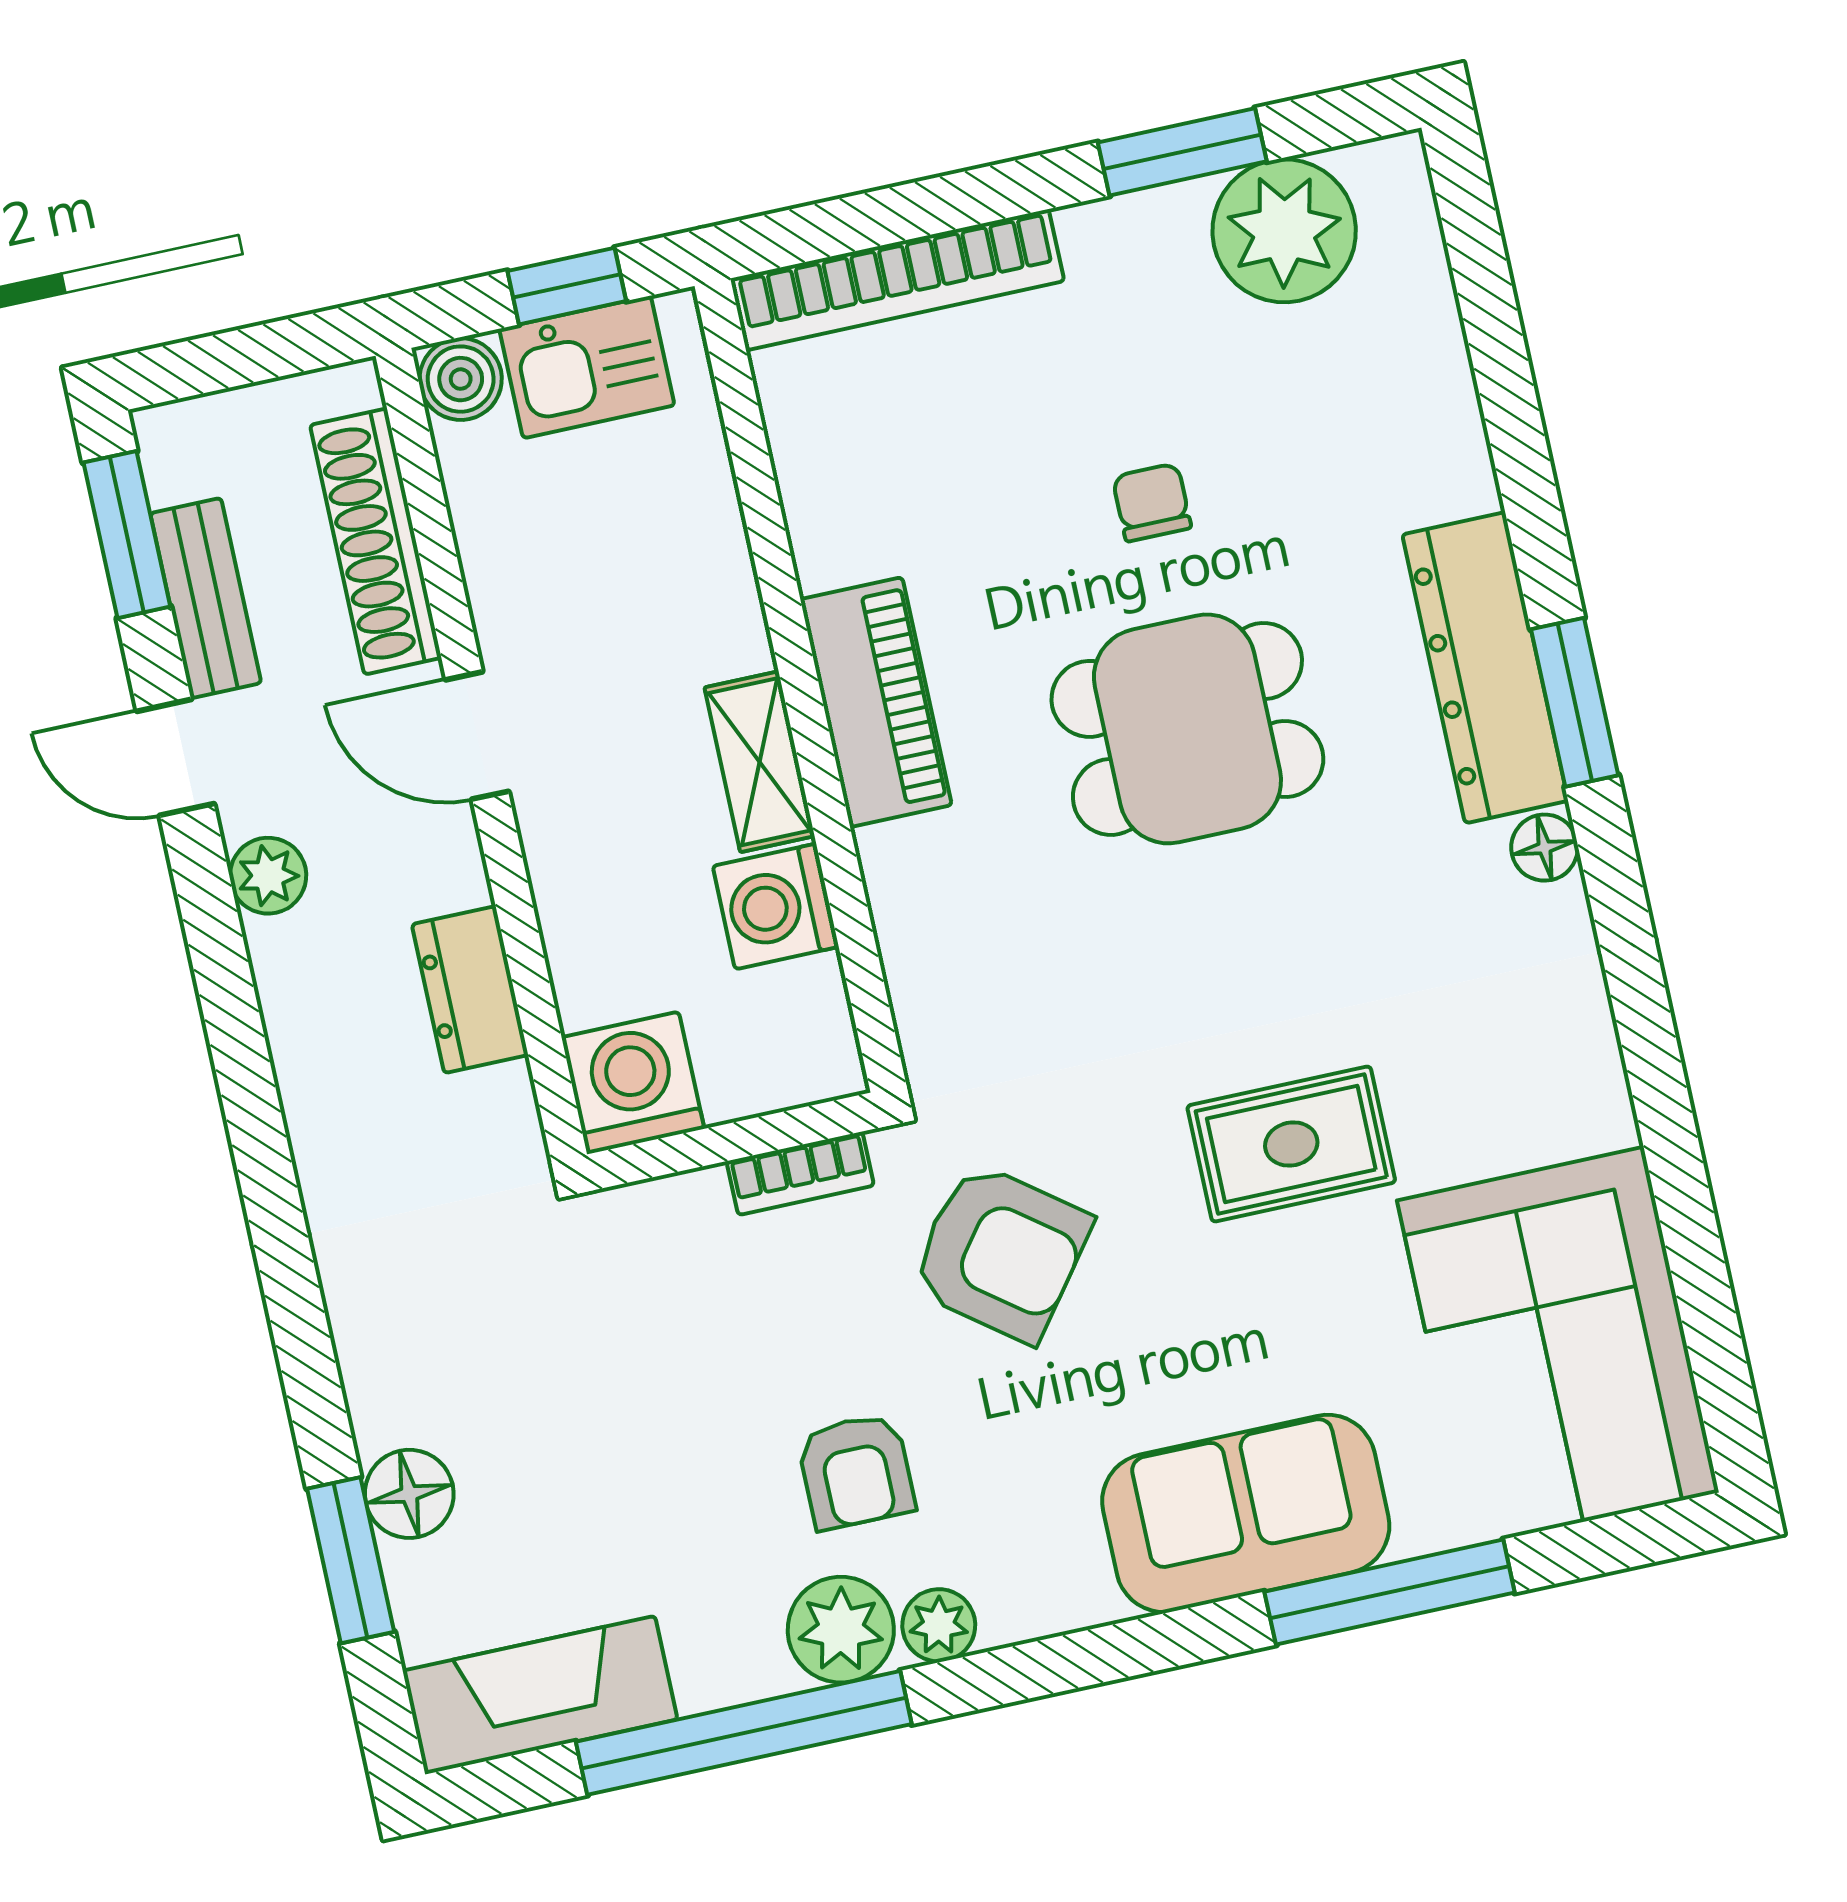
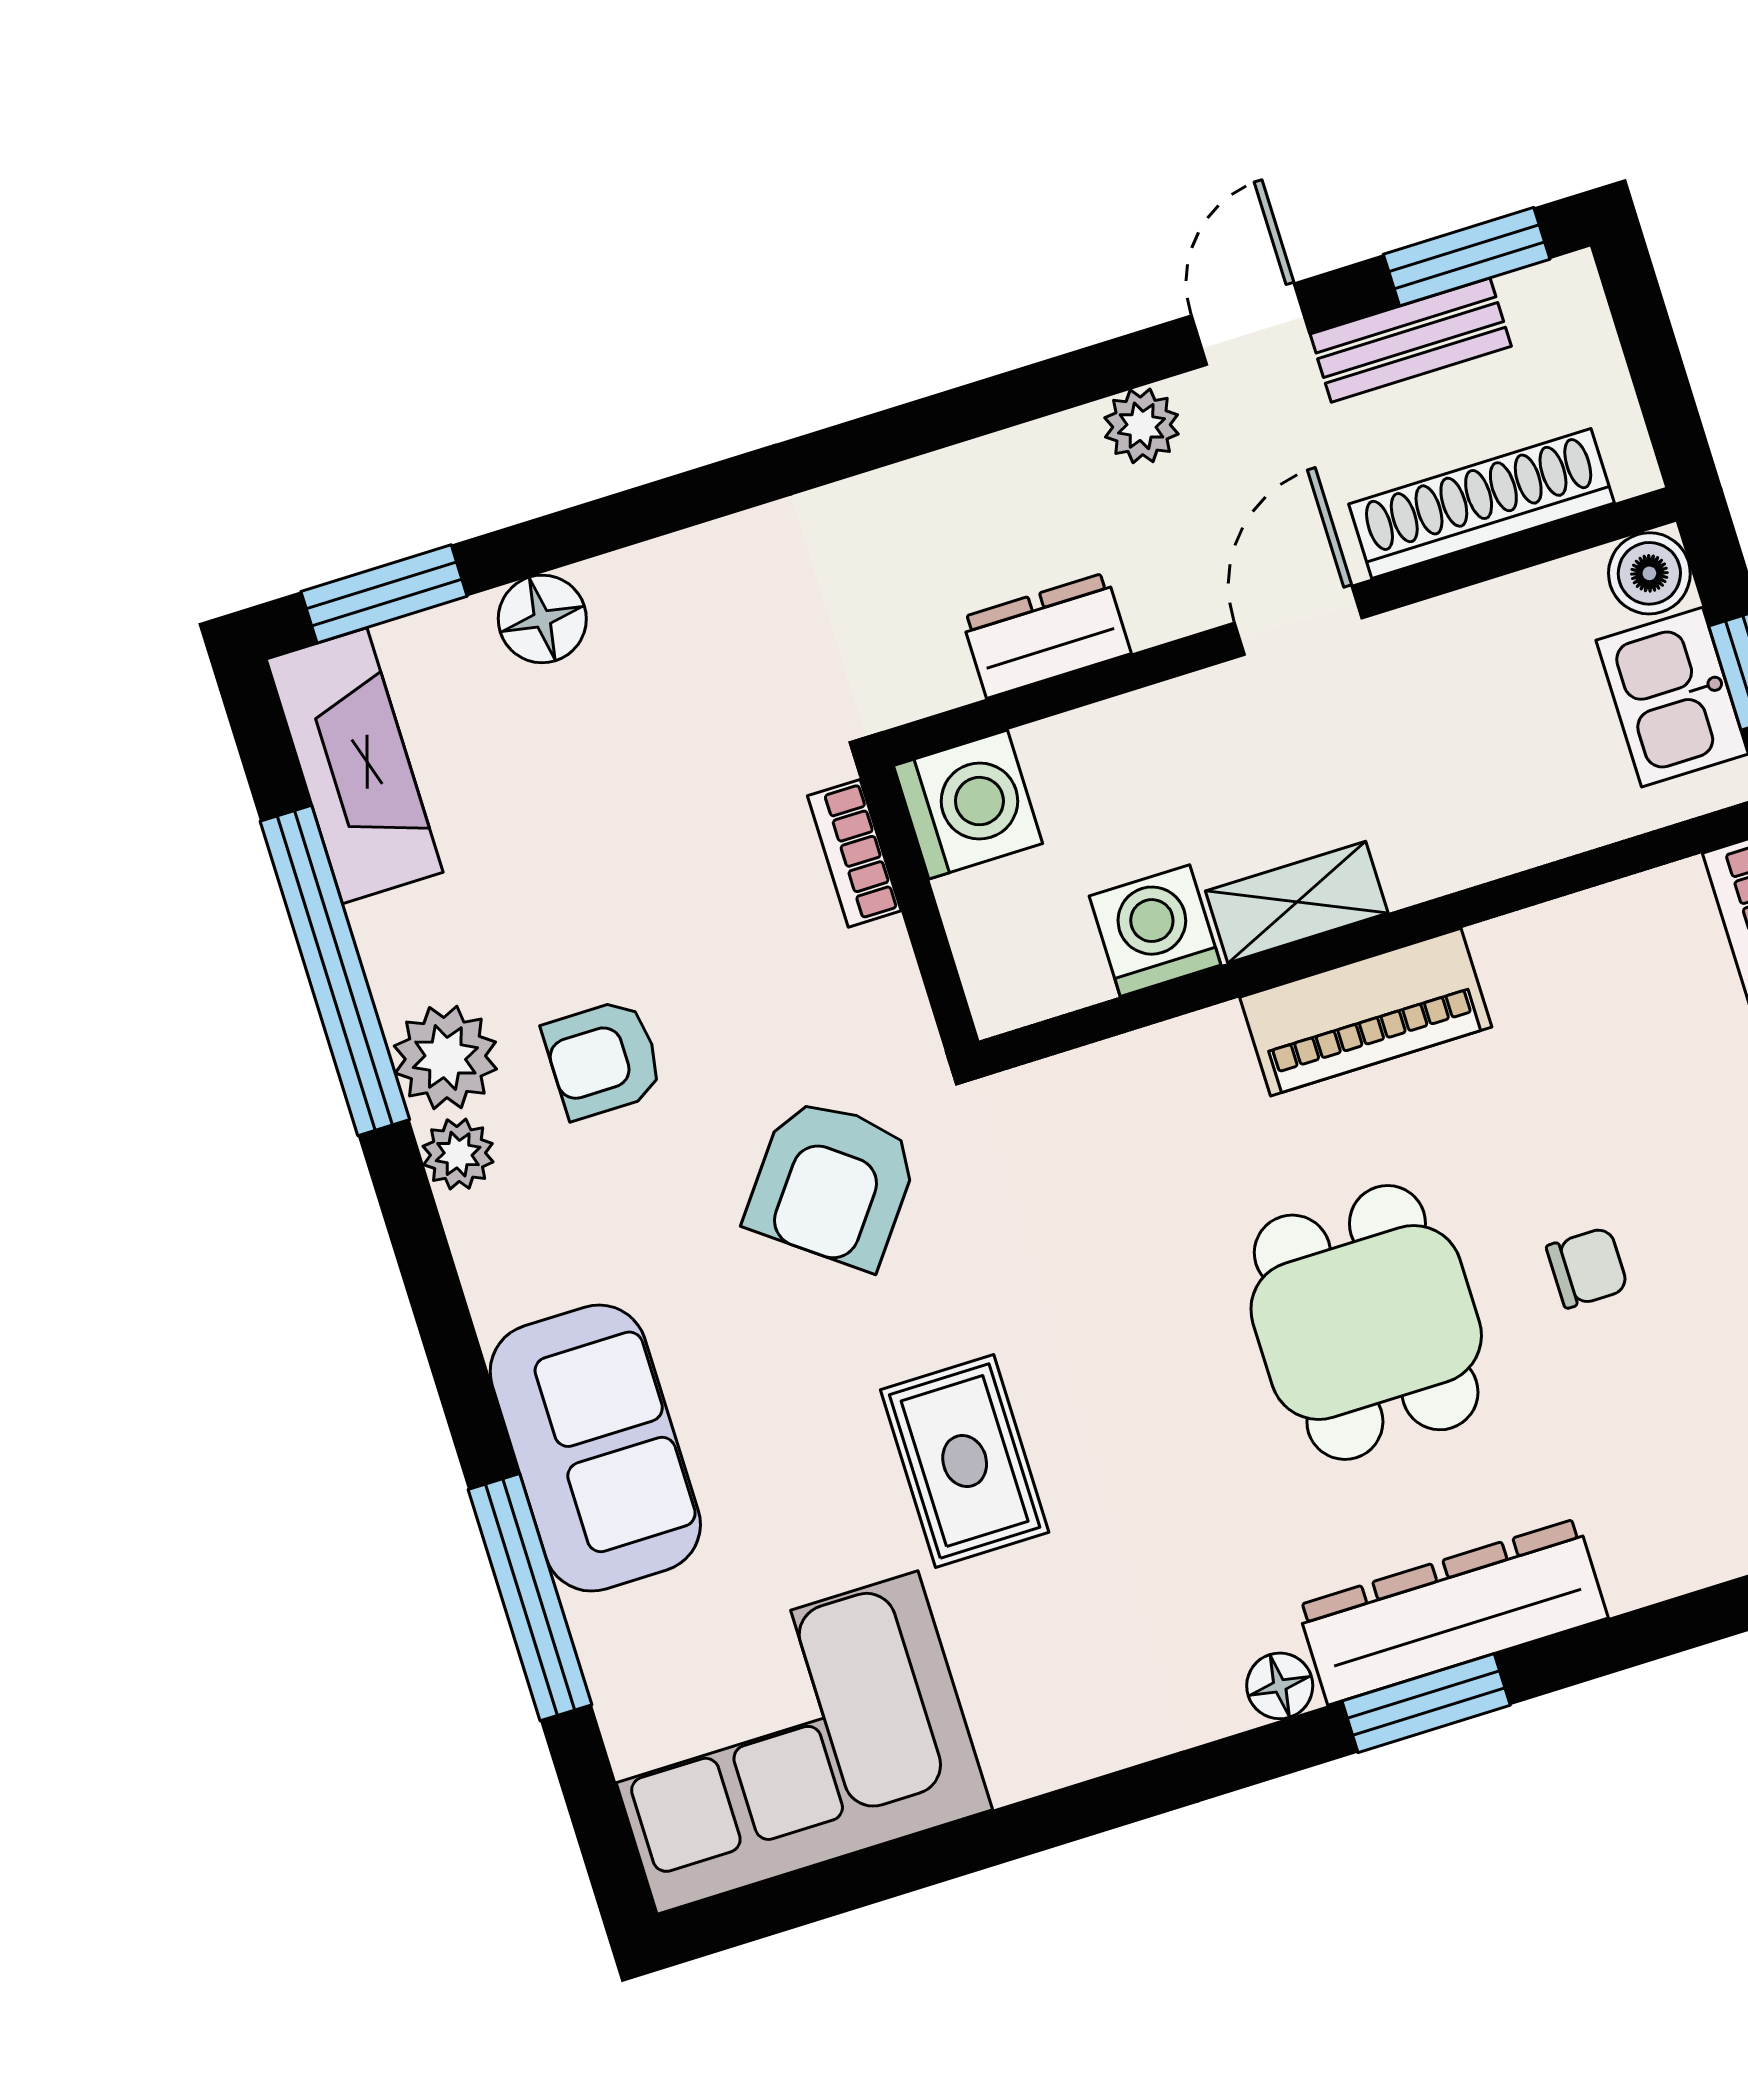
bookcase: (800, 1173) -> (854, 853), moved
window: (351, 1560) -> (384, 594), moved

